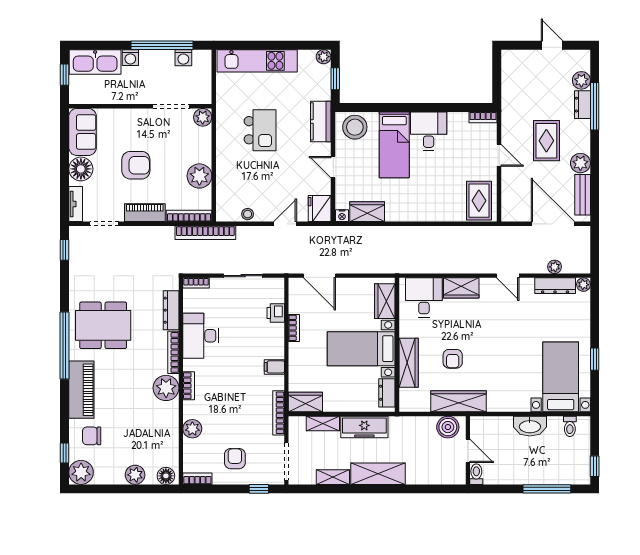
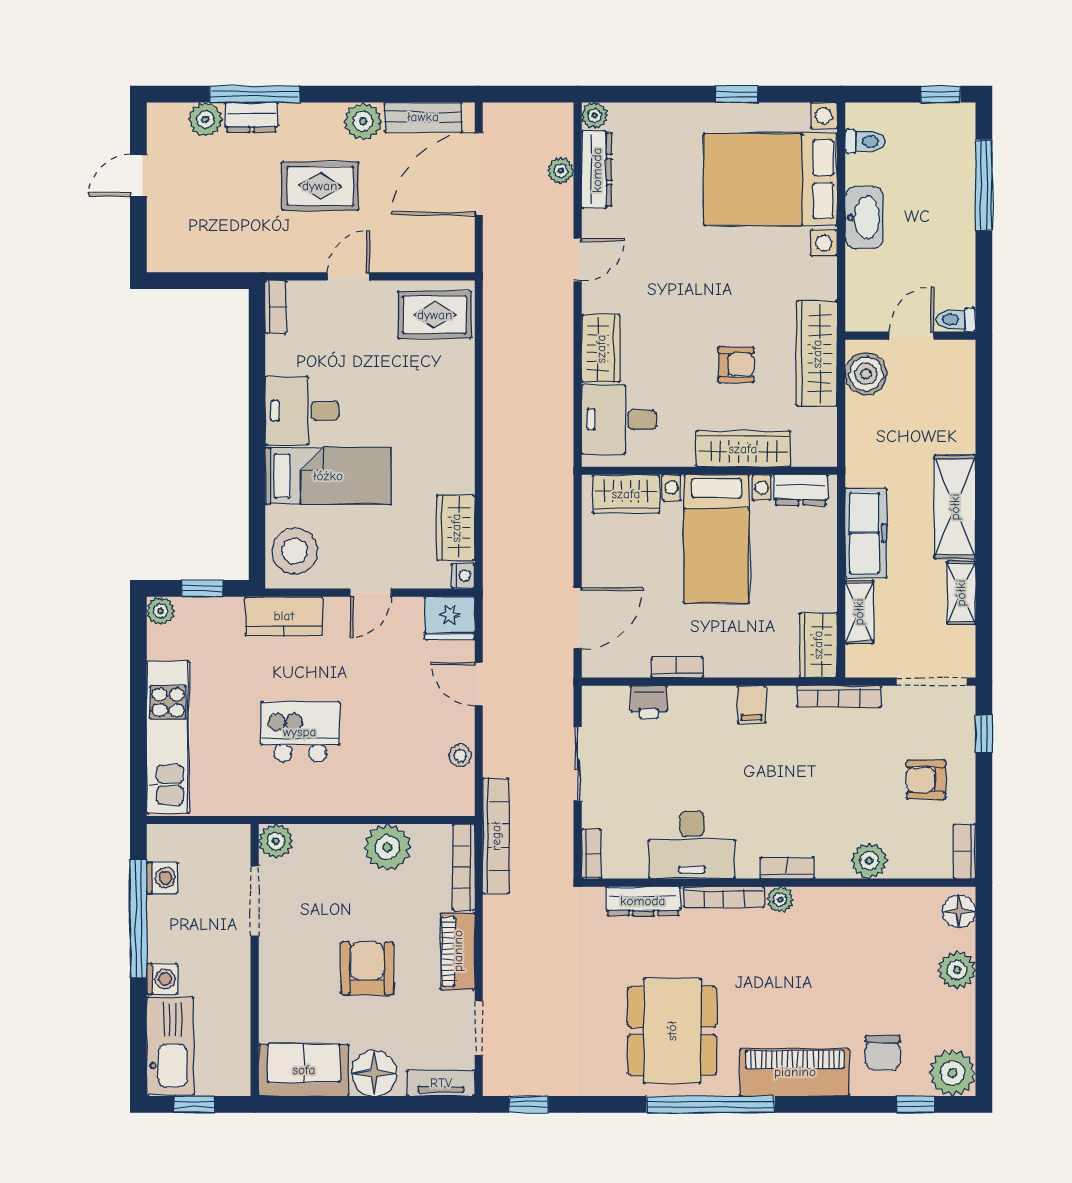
bed with nightstands: (561, 377) -> (770, 179), width x1.36
plant: (166, 388) -> (780, 900), width x0.53, depth x0.53

